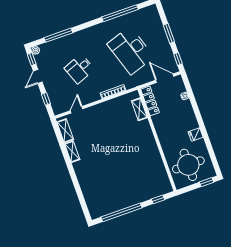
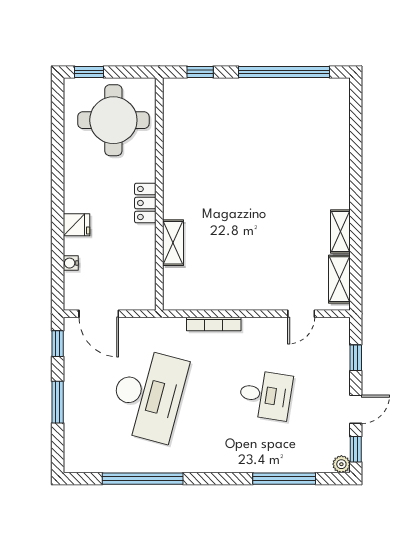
desk: (131, 50) -> (148, 395), turned 33
desk: (79, 69) -> (265, 395), turned 30
locker: (150, 101) -> (145, 203), moved, width x0.66
shelving: (139, 109) -> (173, 243), moved
fridge: (196, 135) -> (77, 225), moved

